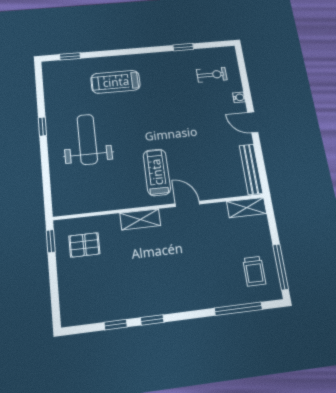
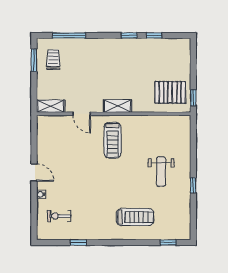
weight bench: (87, 139) -> (161, 172), width x0.73, depth x0.75
bench: (251, 169) -> (42, 135), removed
door: (187, 204) -> (82, 114), moved
shelving: (140, 219) -> (118, 106), moved
pallet: (84, 245) -> (170, 92), width x1.50, depth x1.42
window: (281, 267) -> (34, 60), width x0.69

